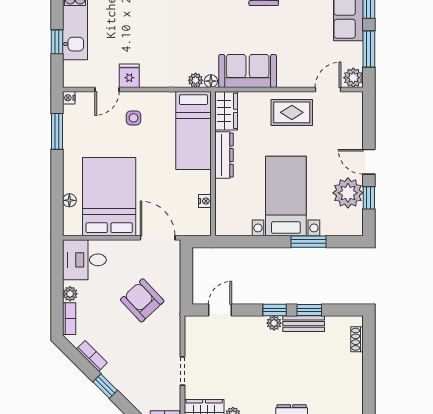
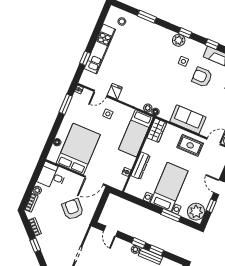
sofa: (248, 71) -> (188, 119), moved
dresser: (224, 155) -> (141, 166), moved
plant: (348, 193) -> (196, 212), moved
door: (158, 238) -> (94, 181), swing flipped
door: (220, 310) -> (111, 231), swing flipped

